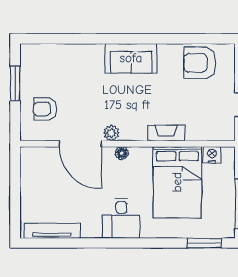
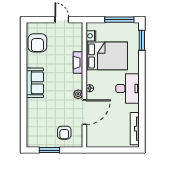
desk: (121, 218) -> (128, 89), width x1.37

